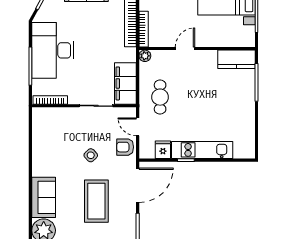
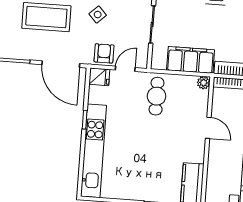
filing cabinet: (125, 83) -> (191, 60), moved
cafe table: (160, 97) -> (157, 96), turned 90
fridge: (163, 150) -> (99, 77), moved
kitchen unit: (202, 150) -> (94, 151), width x1.36

